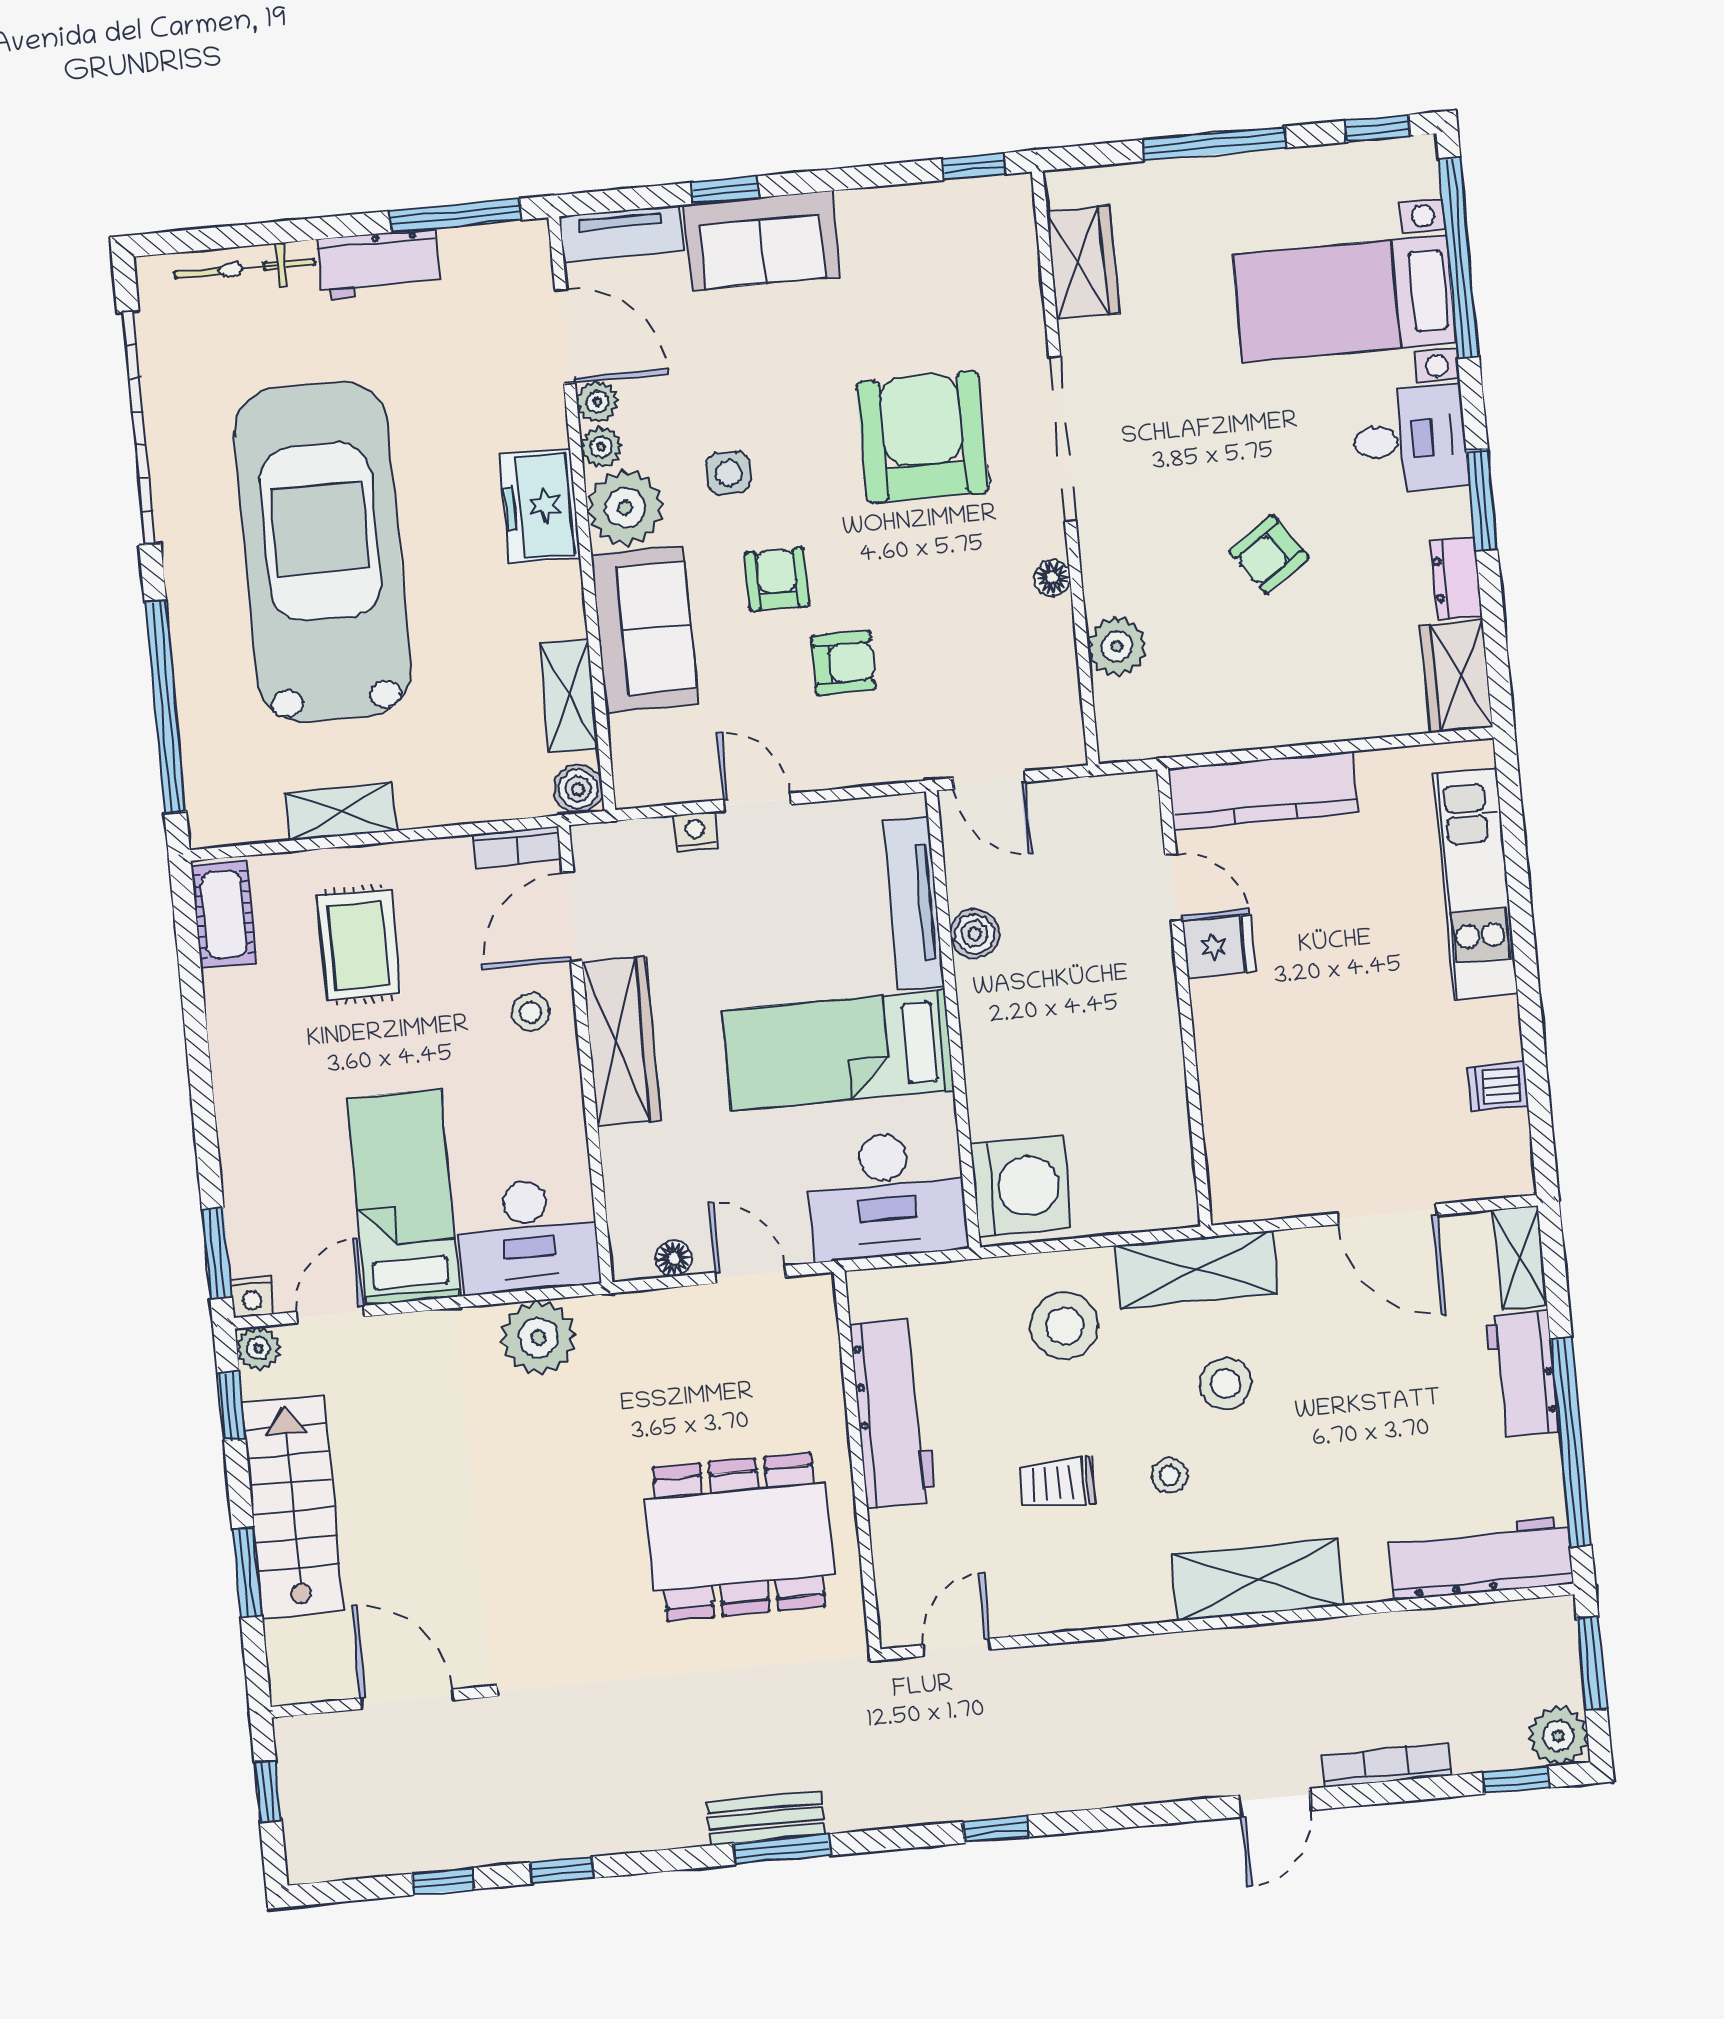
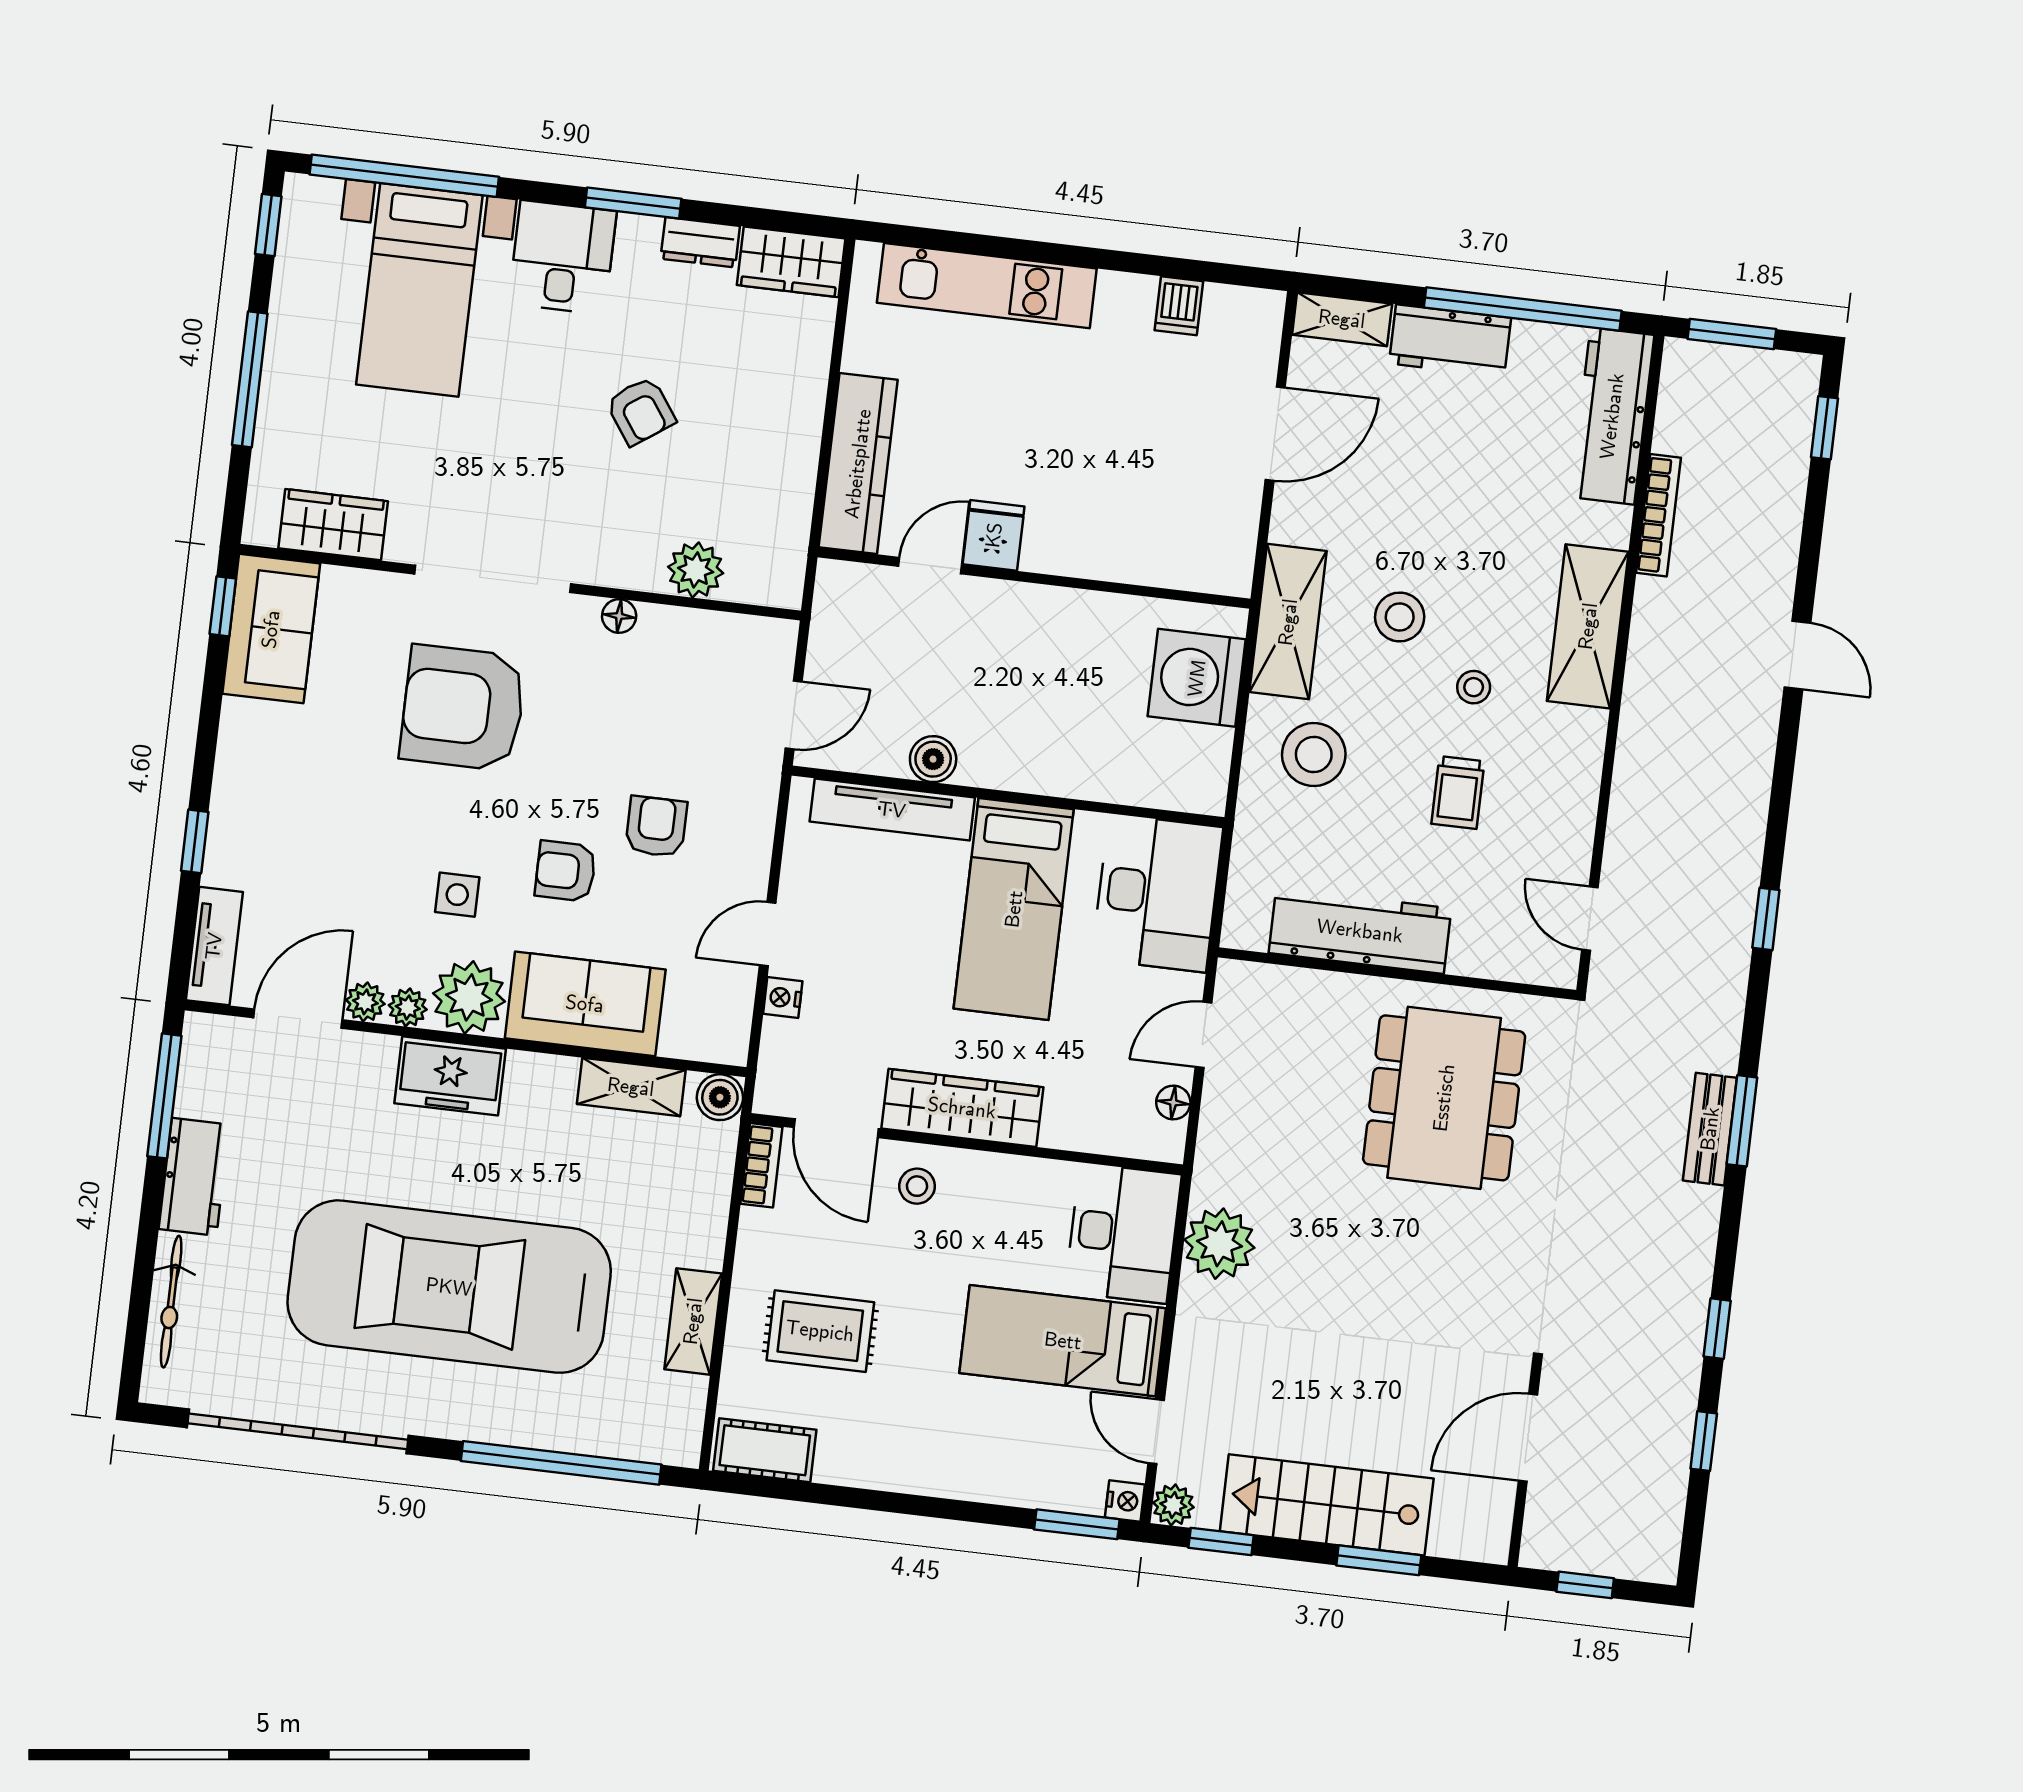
sofa: (762, 240) -> (271, 629), moved
washing machine: (1021, 1186) -> (1197, 678), moved, turned -90
plant: (1558, 1736) -> (1792, 380), removed
bookcase: (1387, 1765) -> (1658, 515), moved, turned 180

